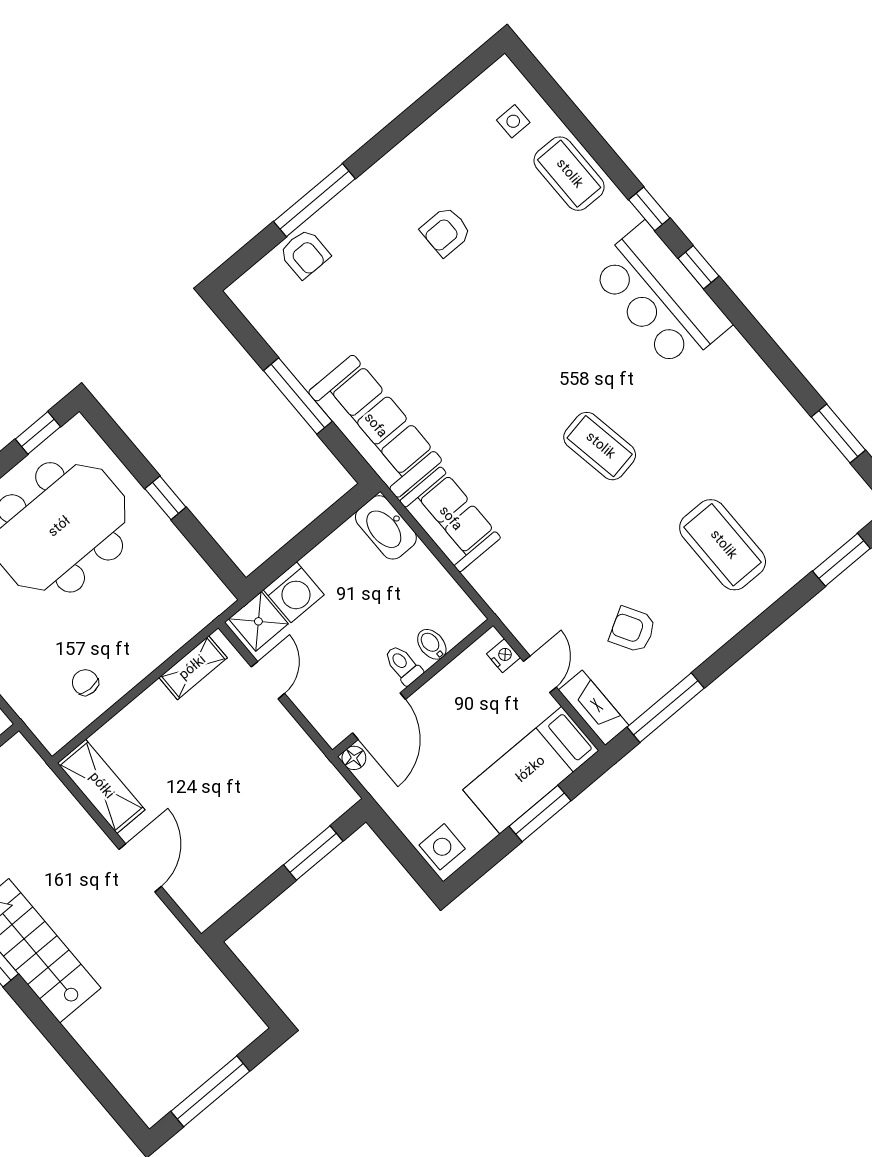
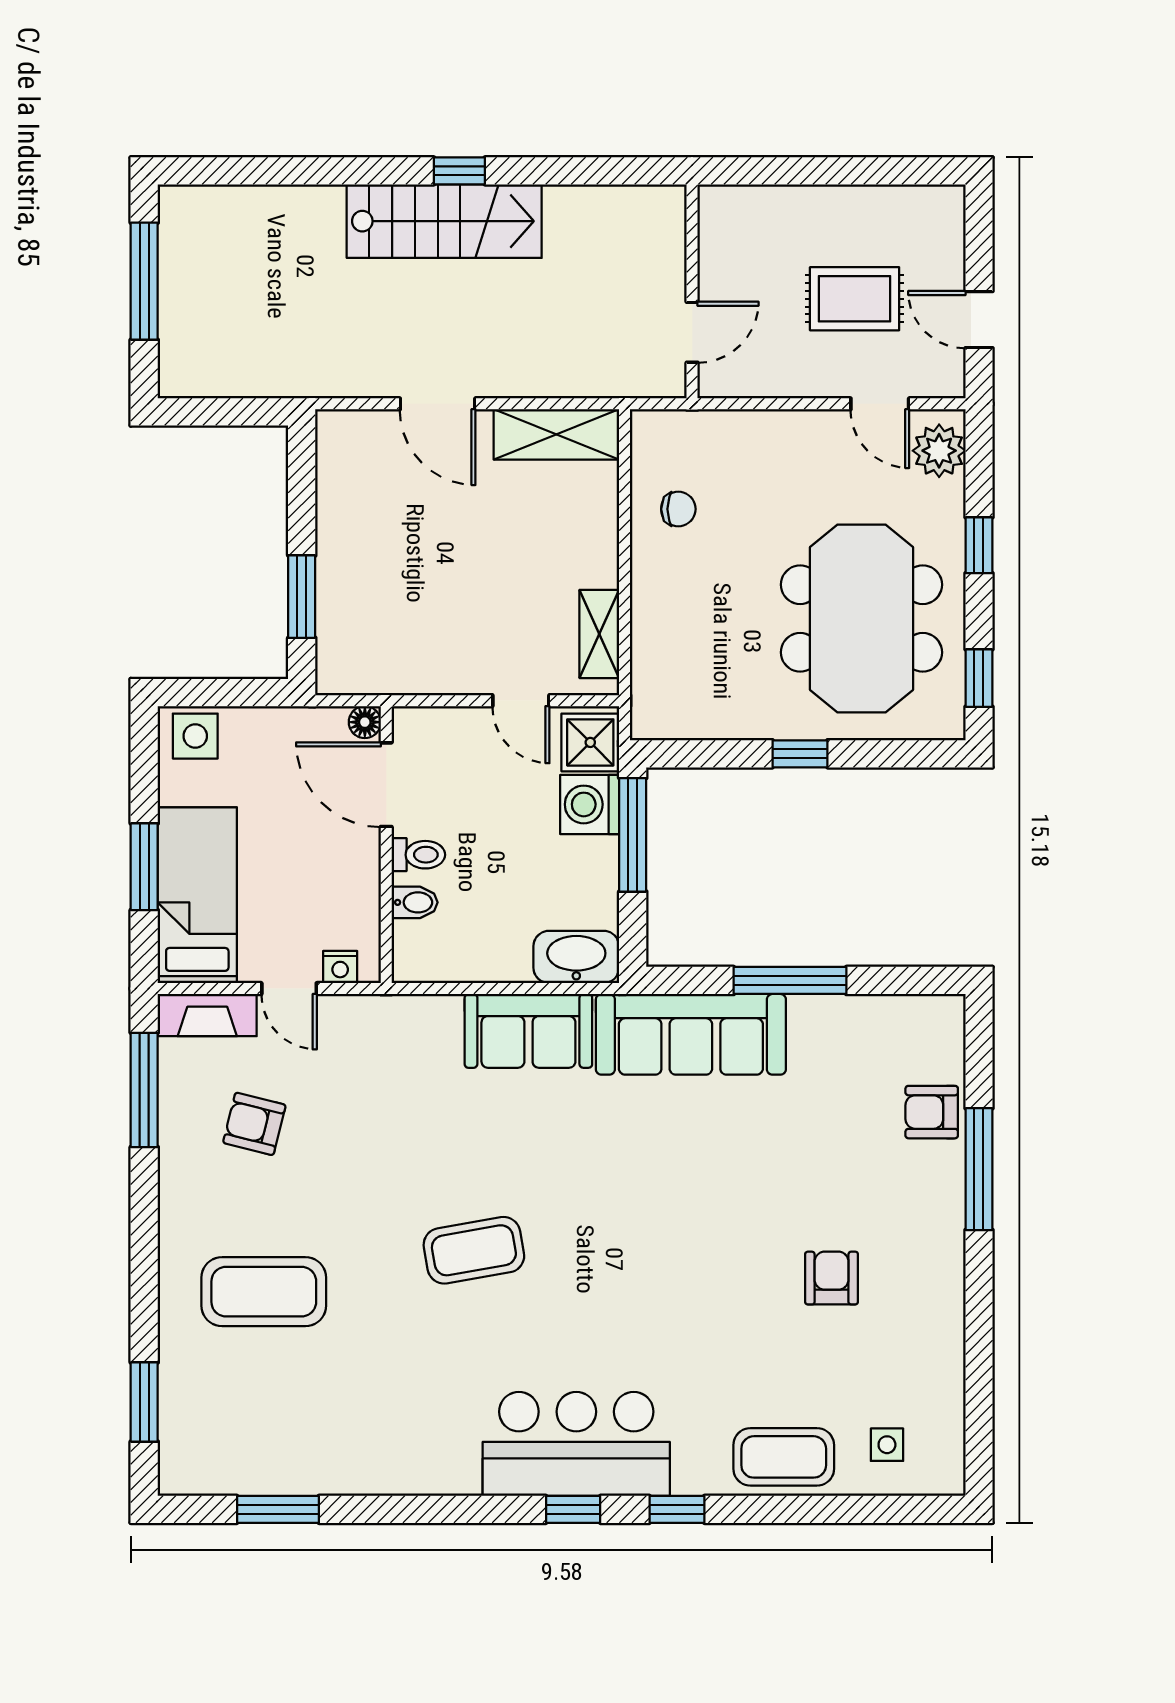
window: (290, 554) -> (633, 835), added
armchair: (633, 630) -> (254, 1124), turned -136

